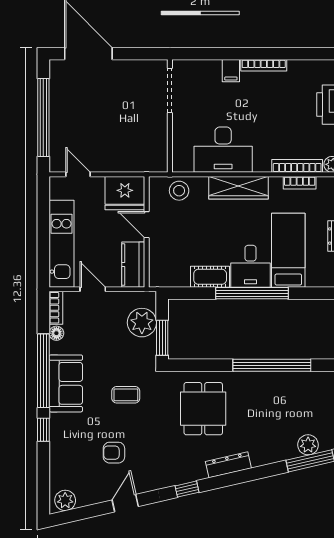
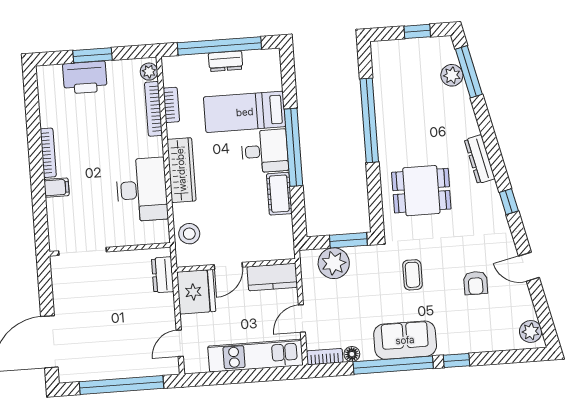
dresser: (143, 163) -> (163, 275), added

